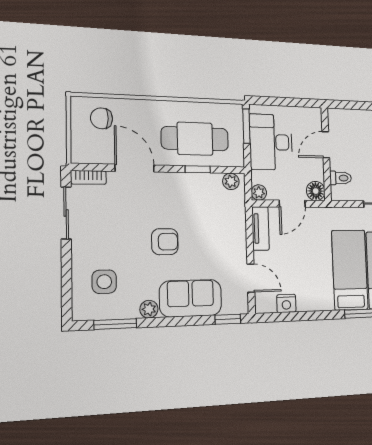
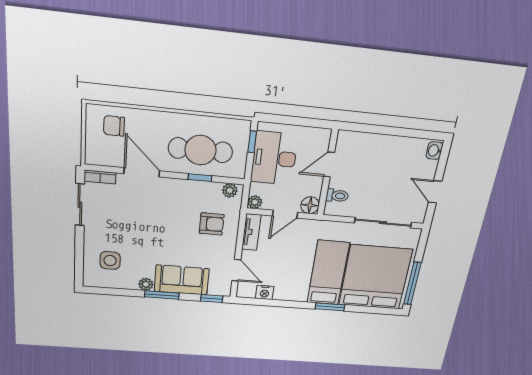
window: (246, 126) -> (252, 142), width x0.67
armchair: (165, 242) -> (212, 224), moved
window: (115, 324) -> (162, 295), moved

